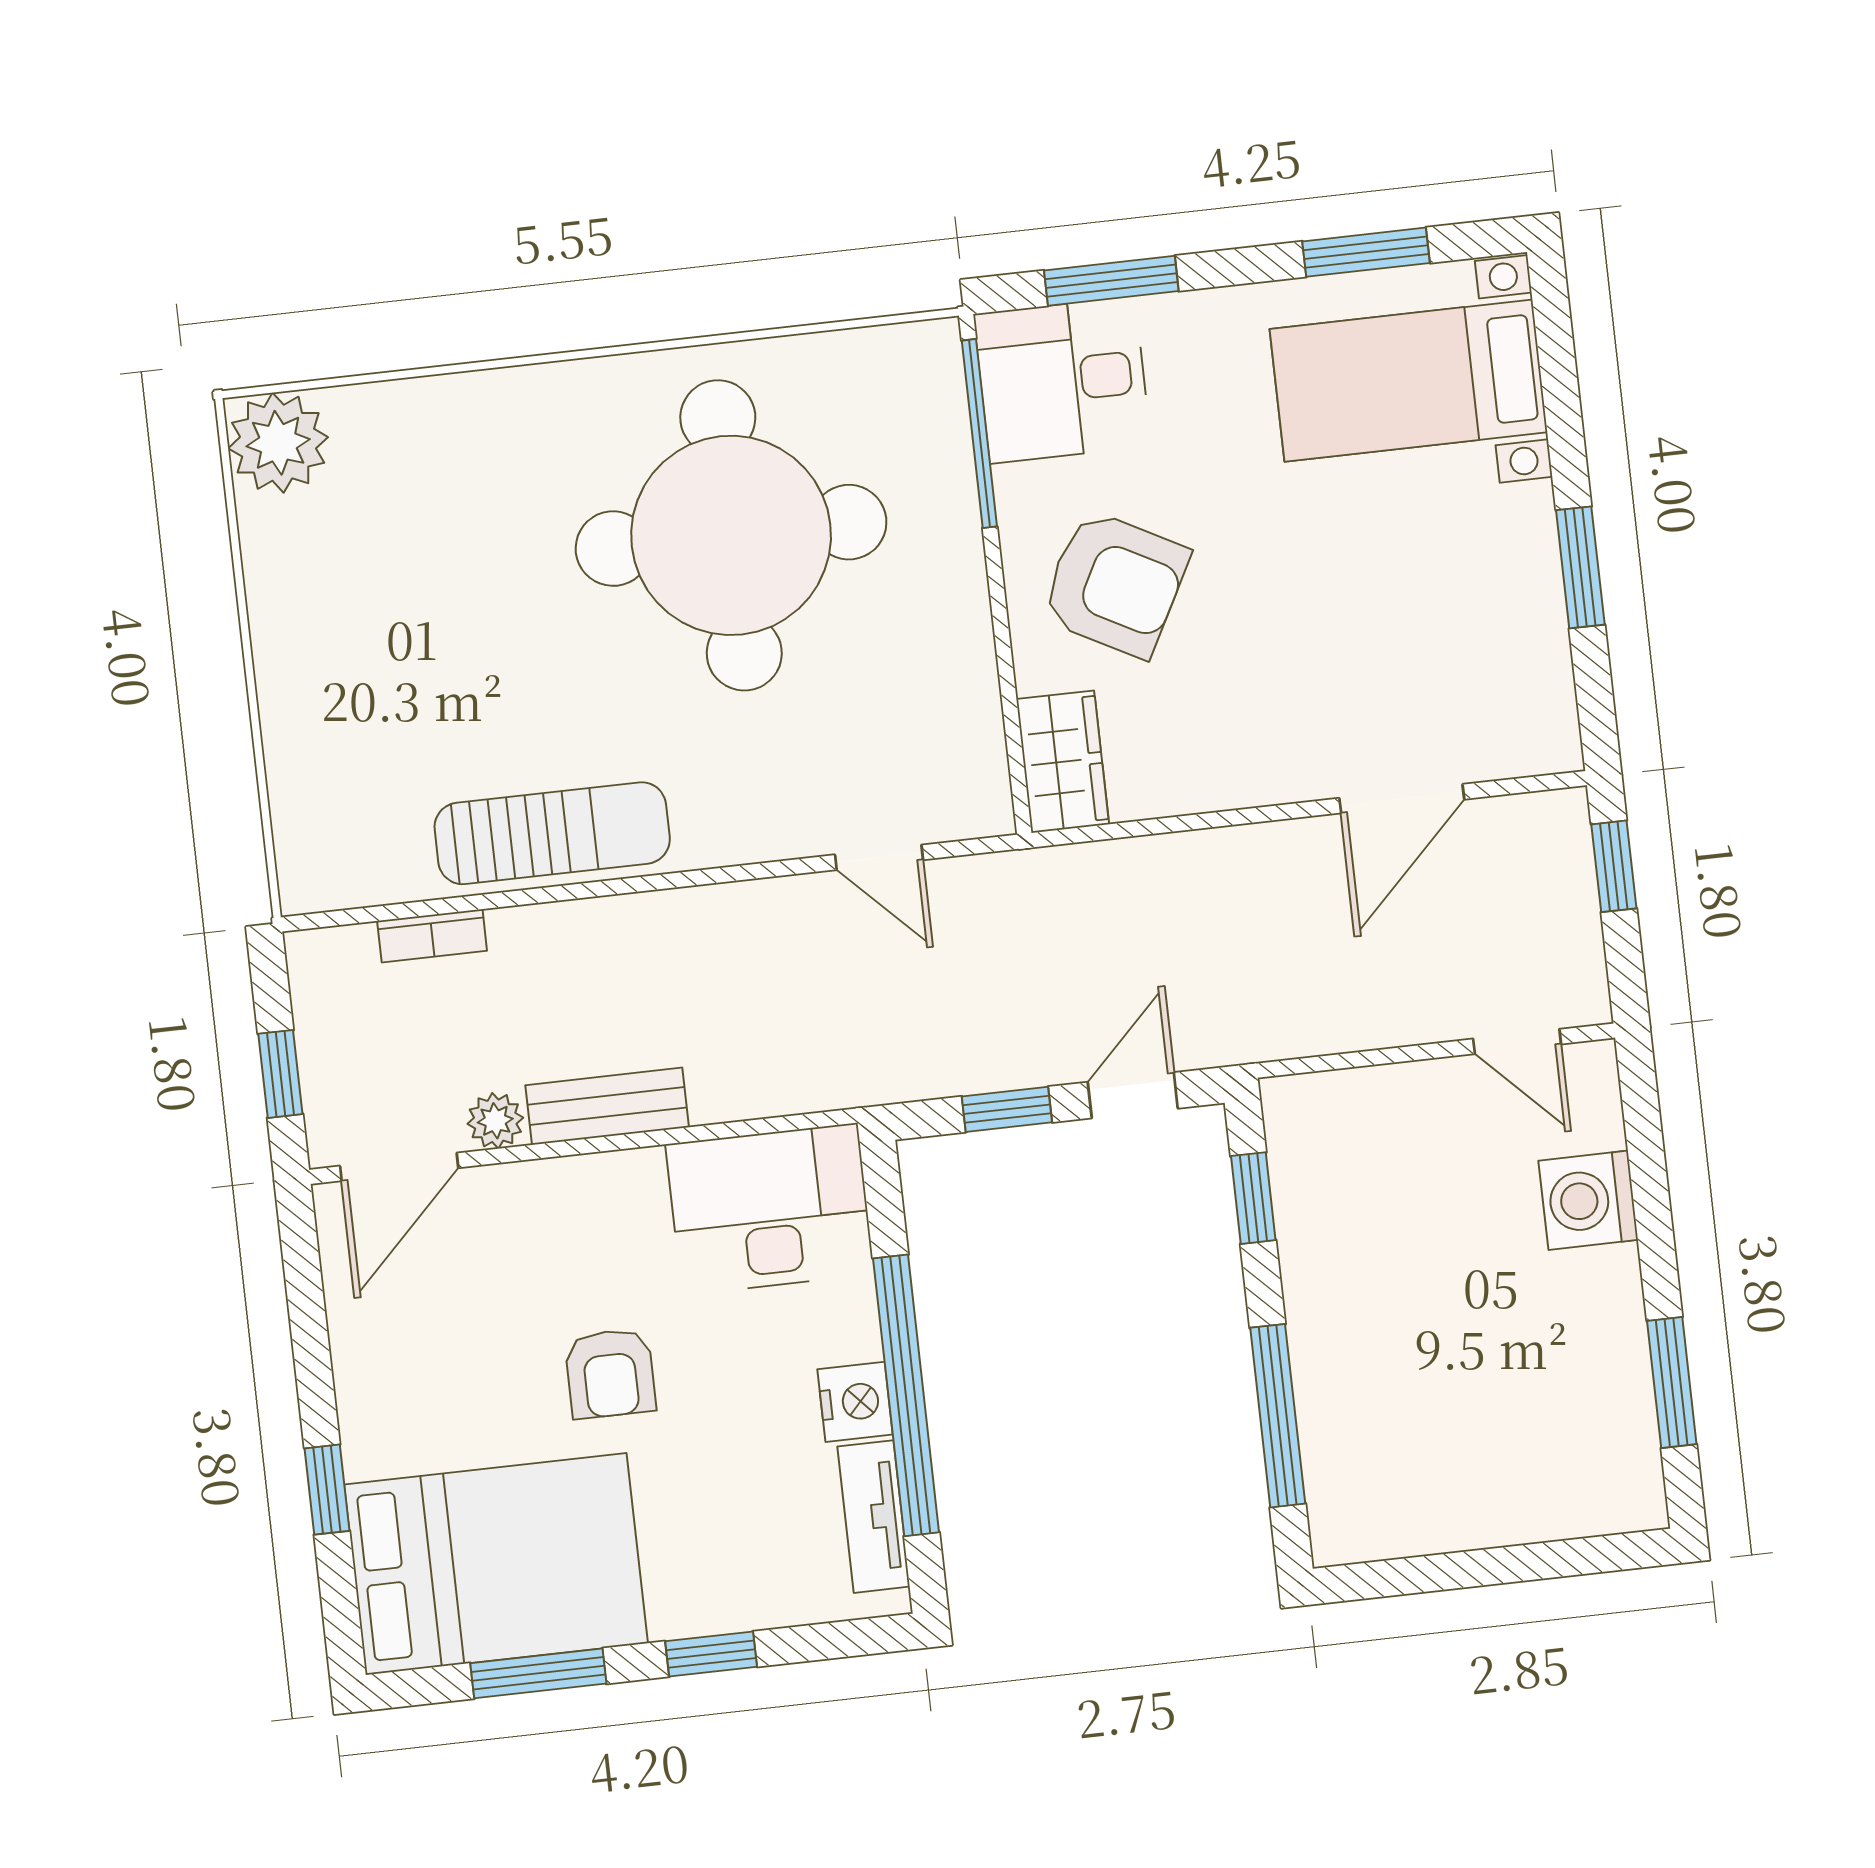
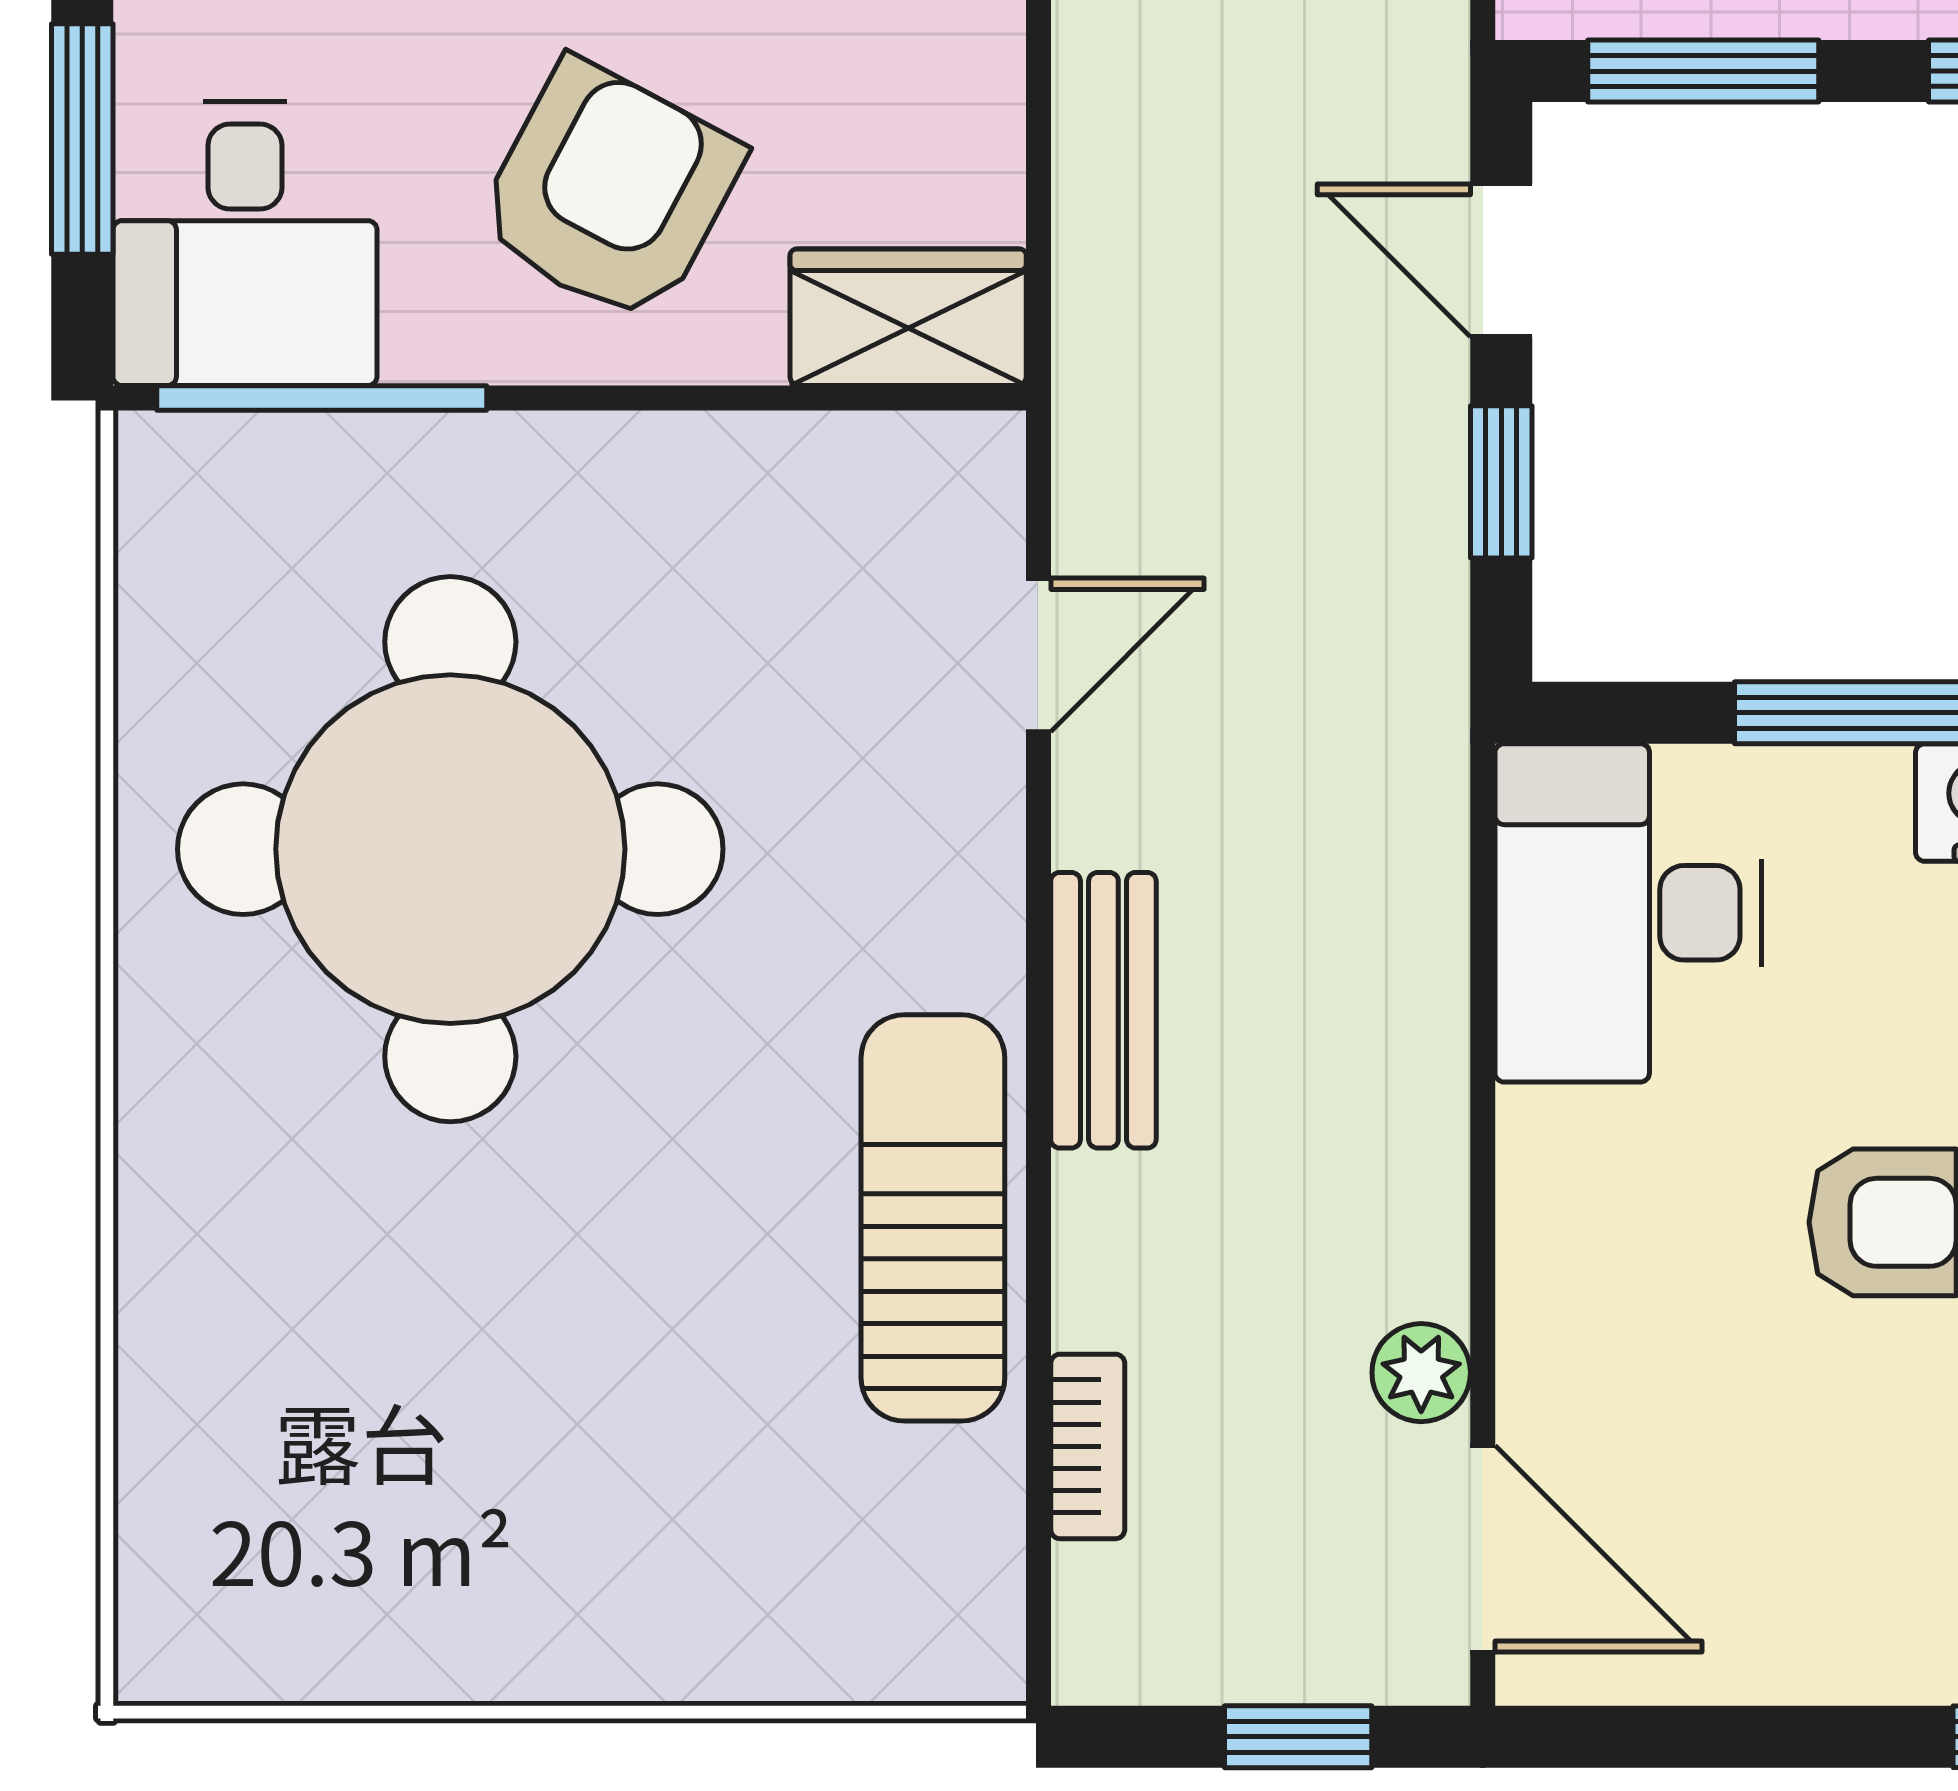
plant: (278, 443) -> (201, 1618), removed
bench: (607, 1106) -> (1103, 1010), moved
window: (1253, 1198) -> (1703, 71), width x1.50

